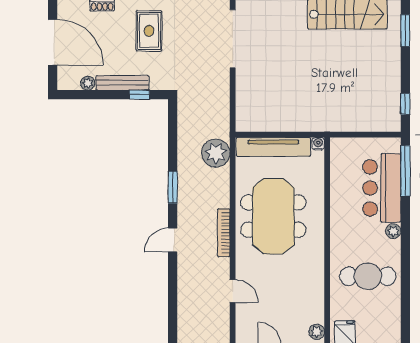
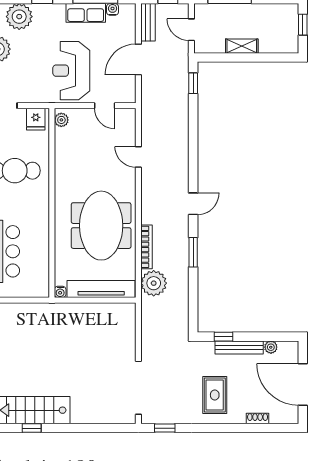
bookcase: (224, 233) -> (146, 247), moved

